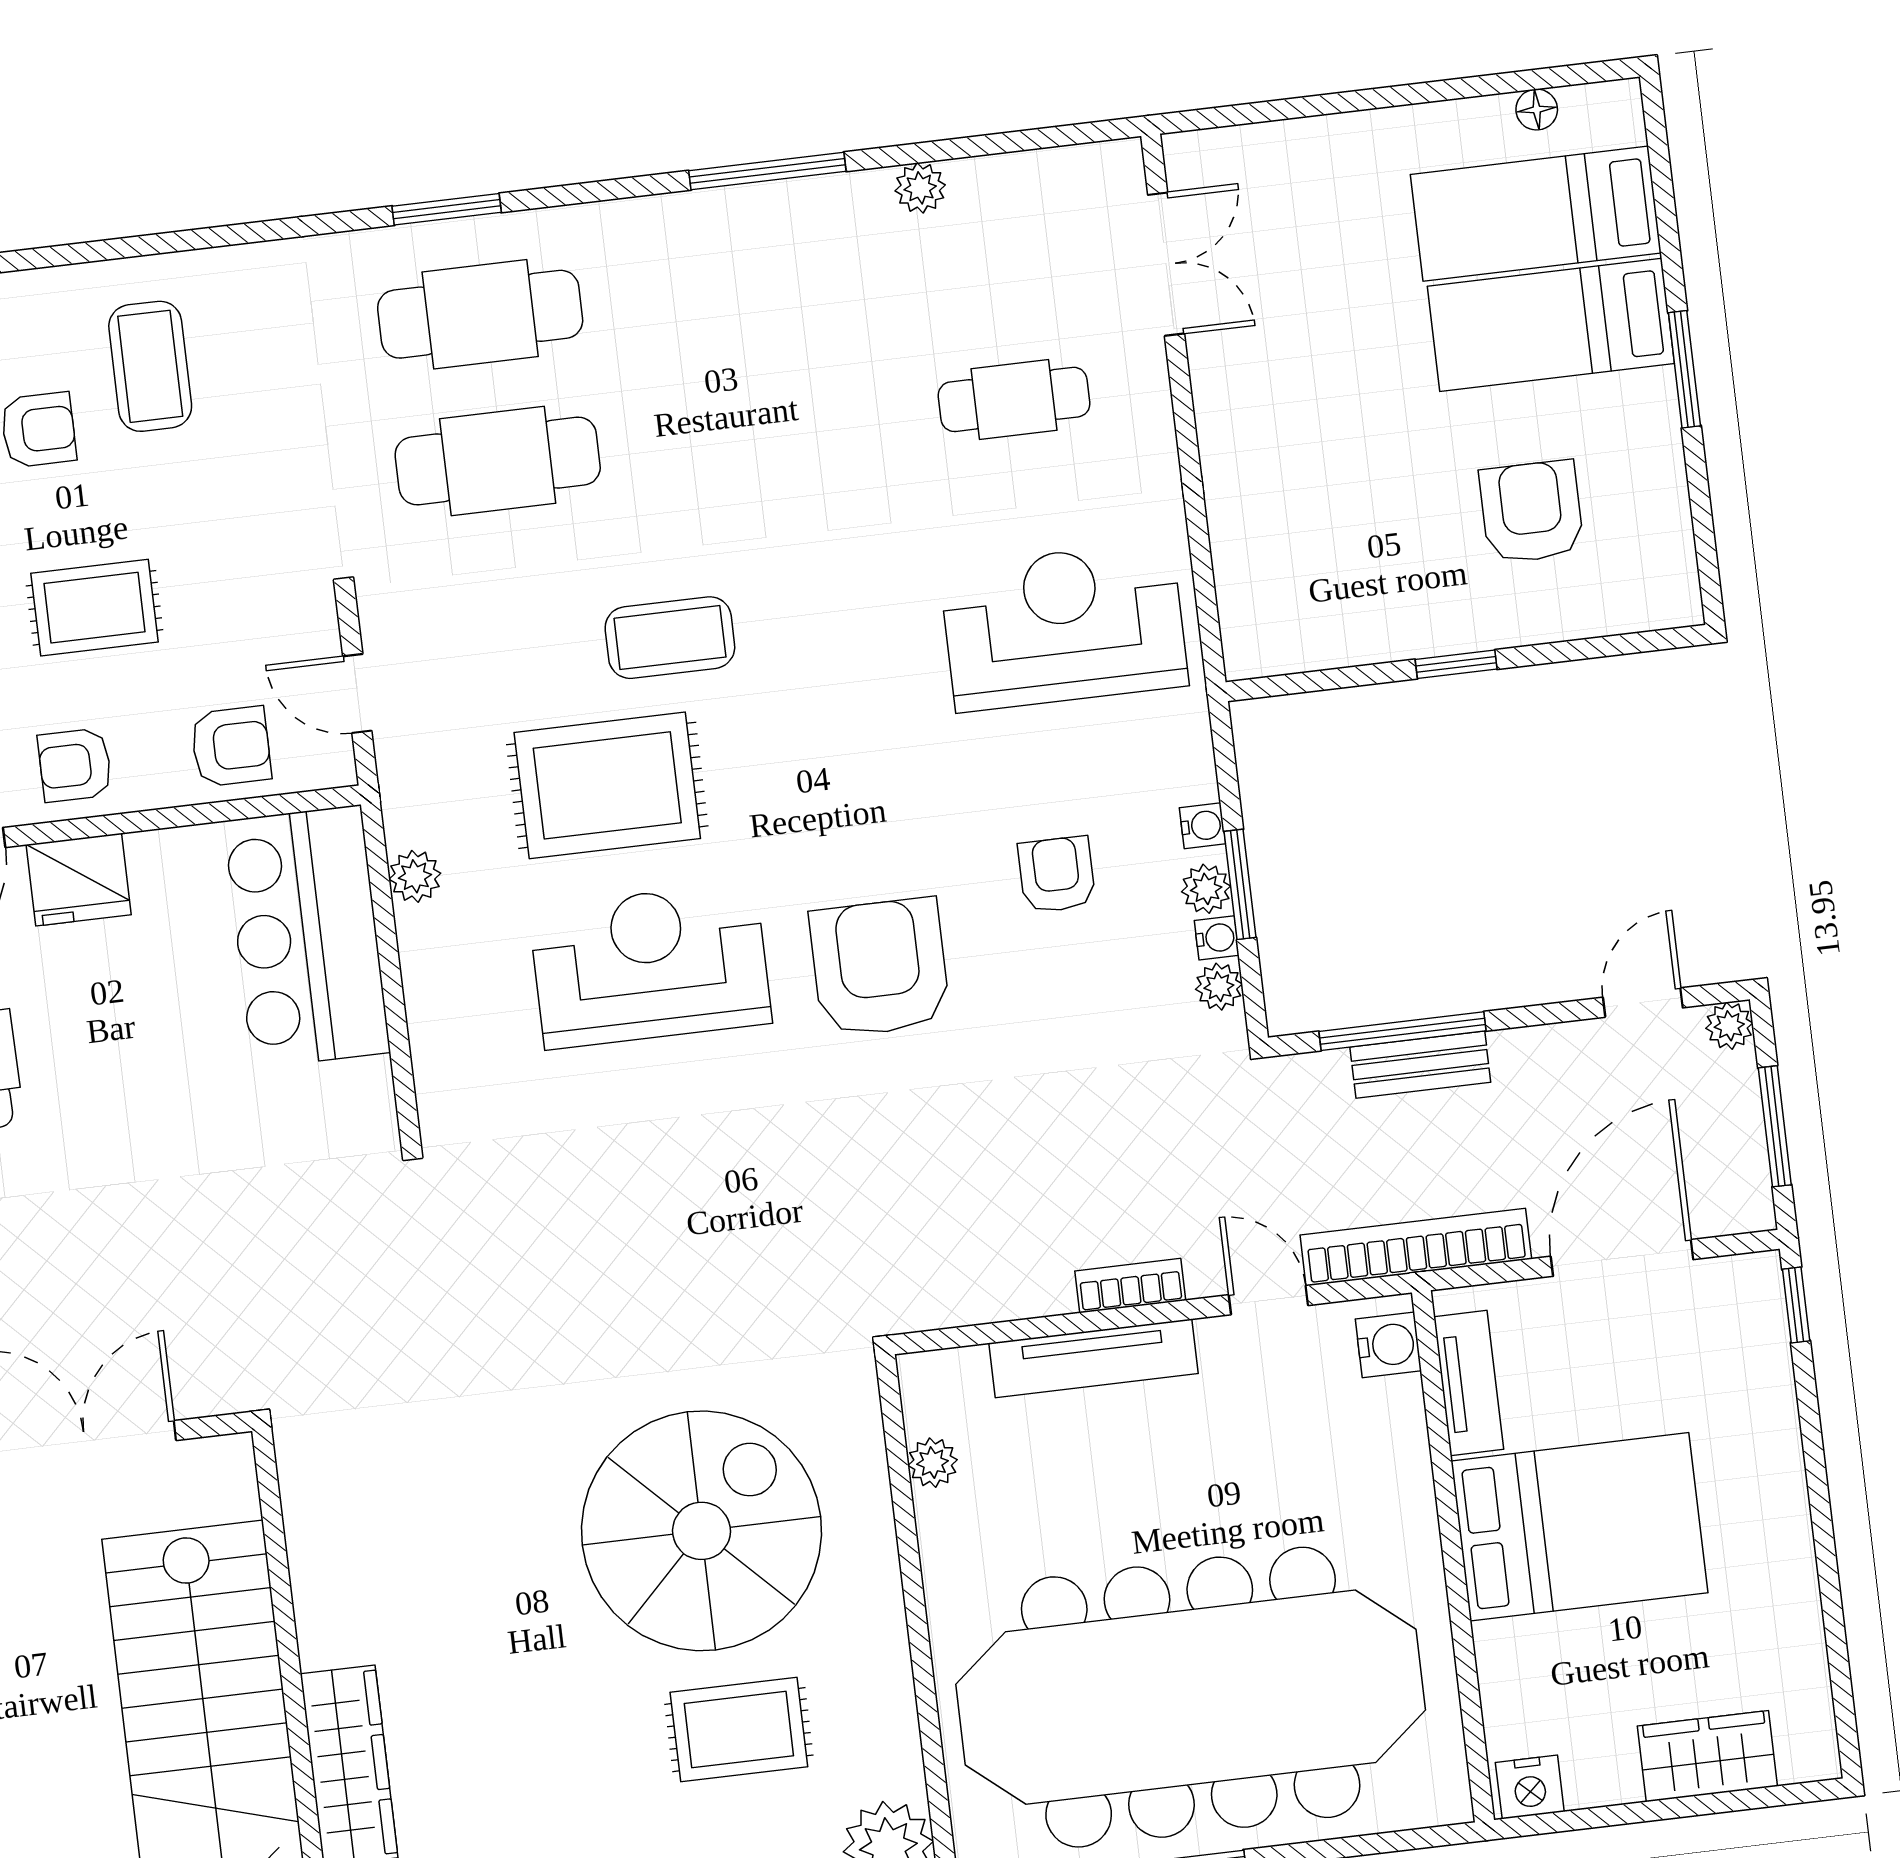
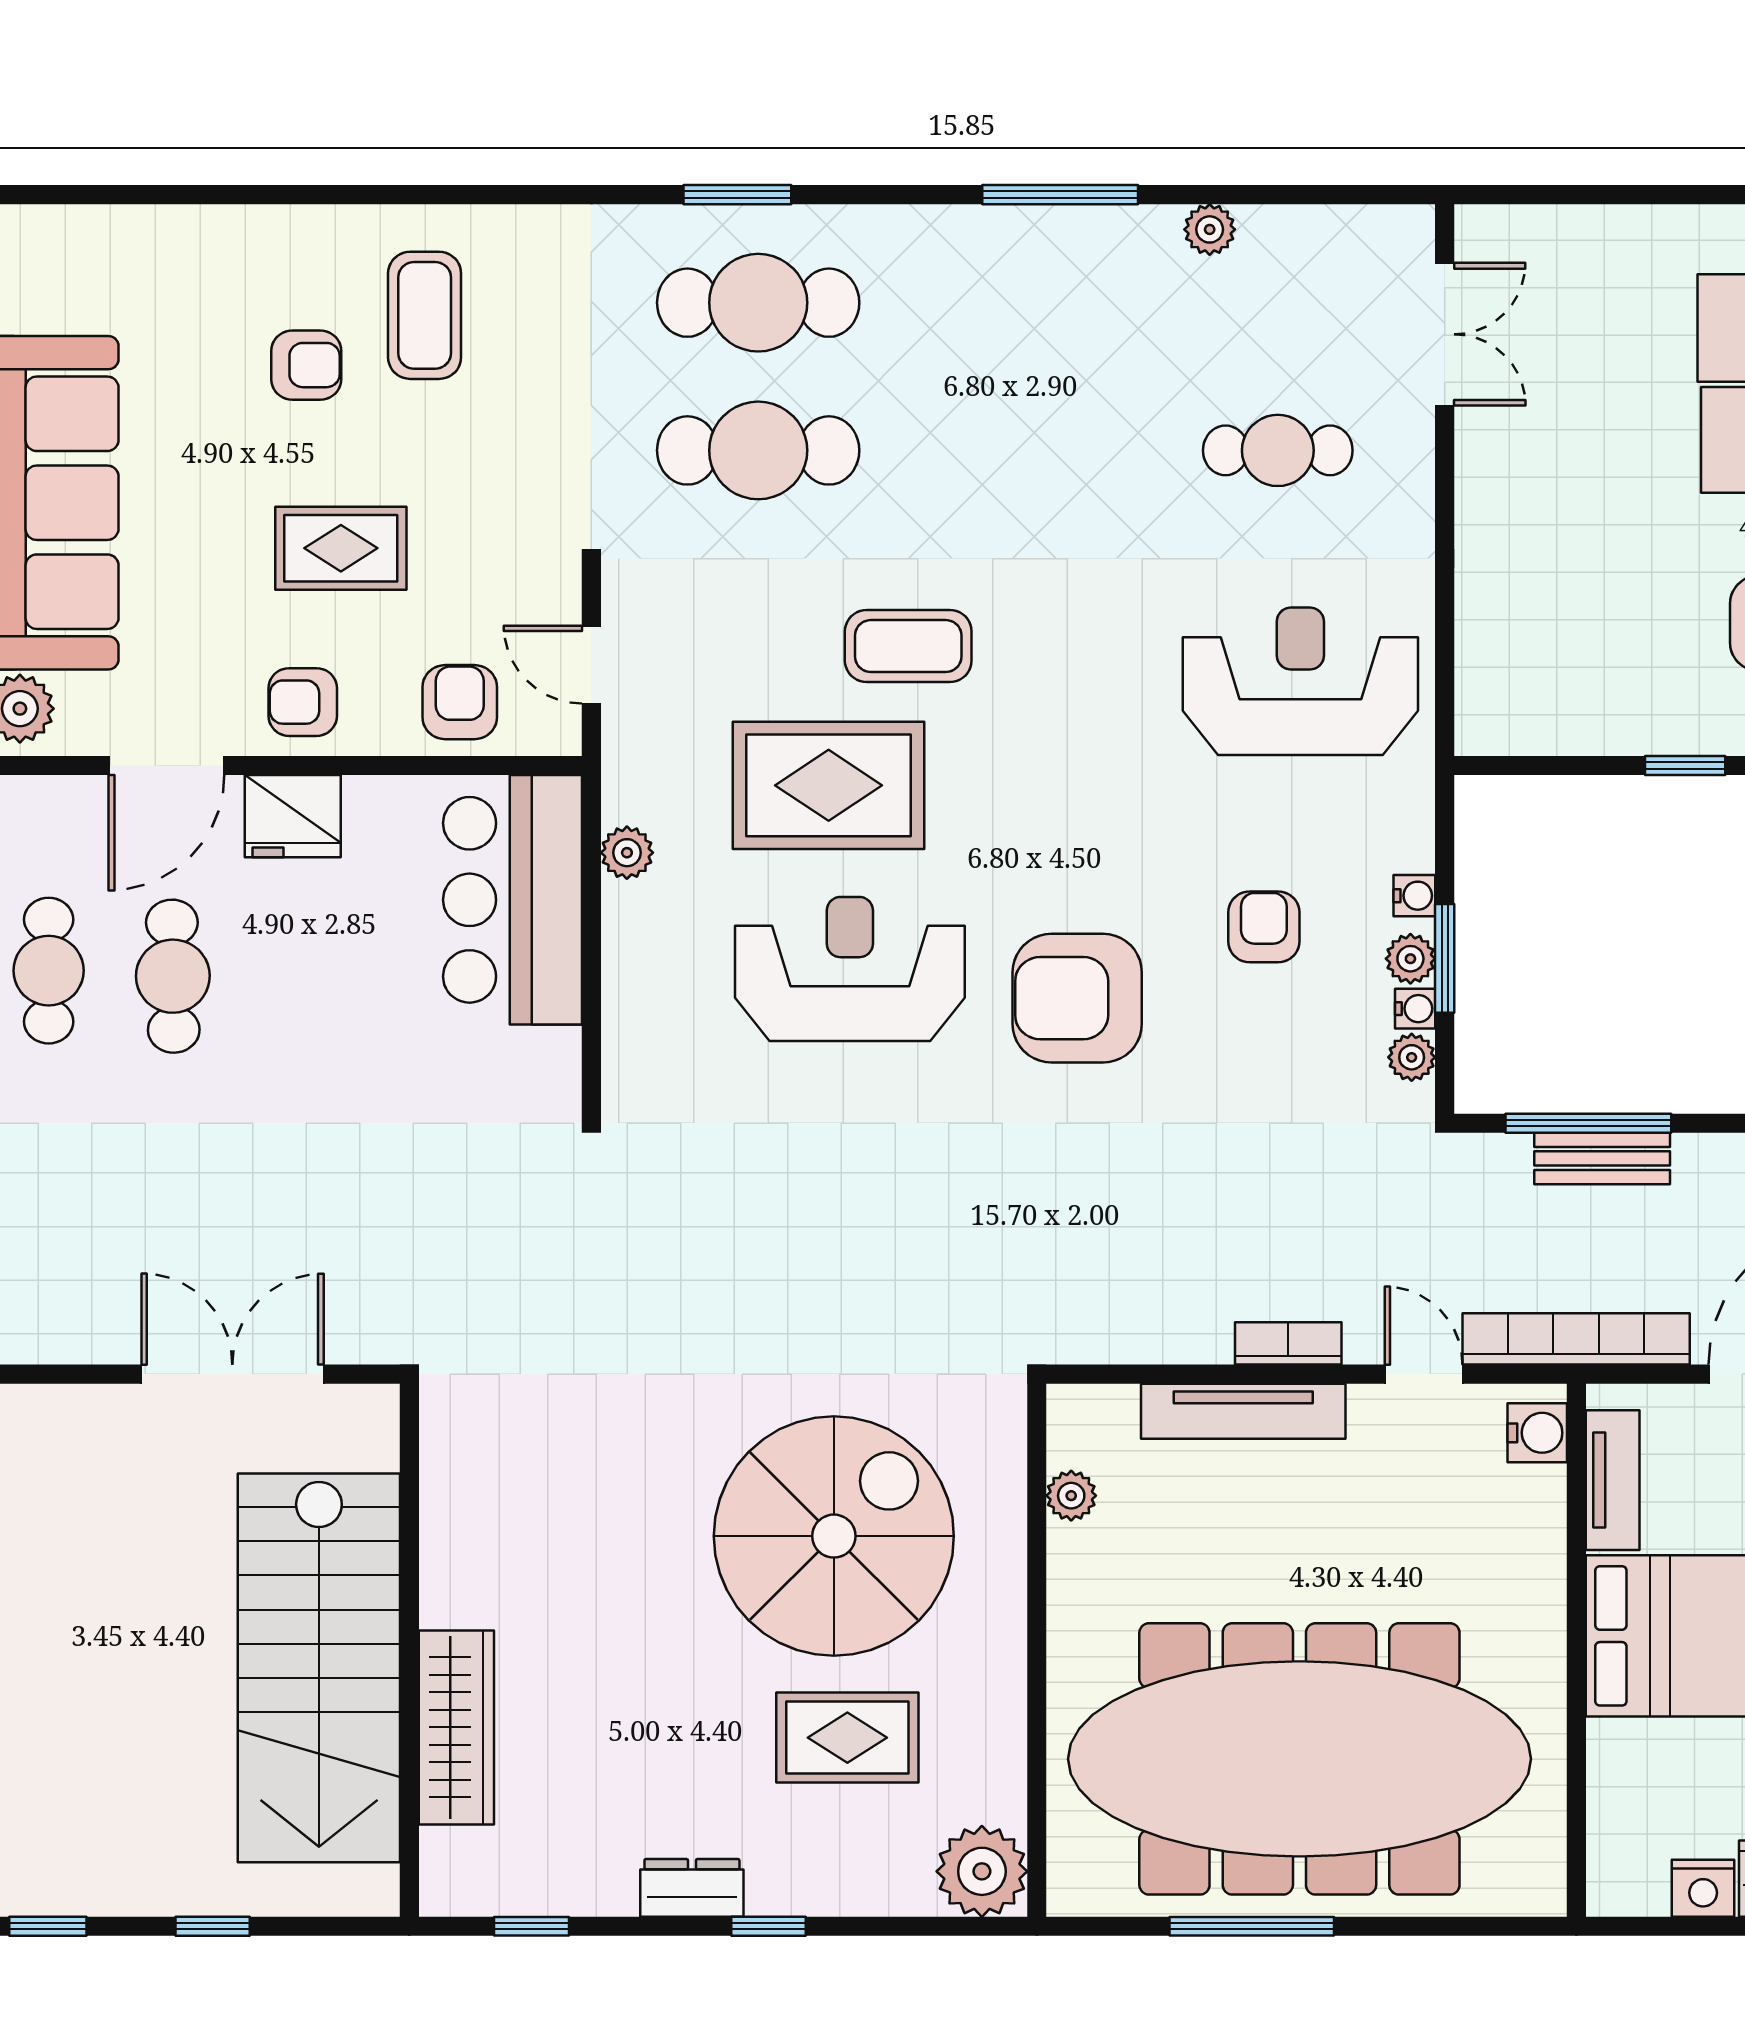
armchair: (231, 746) -> (460, 702), turned -90
armchair: (880, 967) -> (1077, 998), turned -90
nightstand: (1530, 1787) -> (1703, 1888), moved

